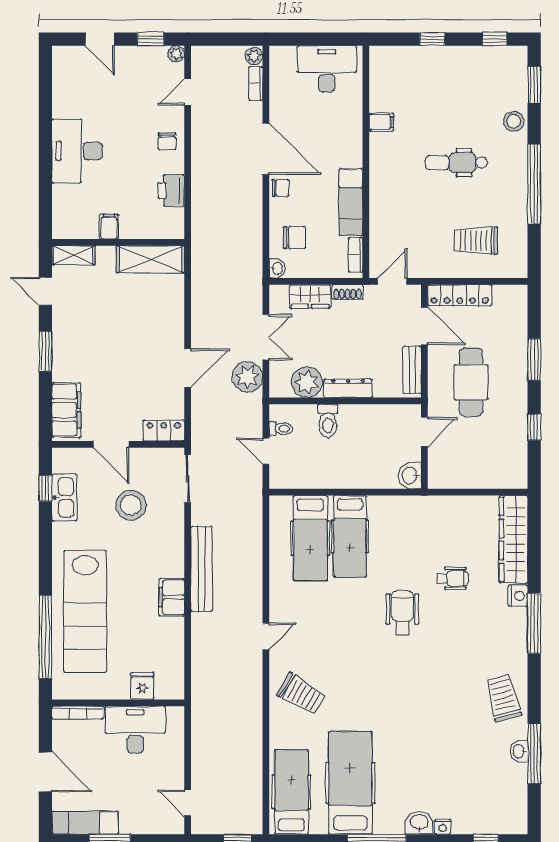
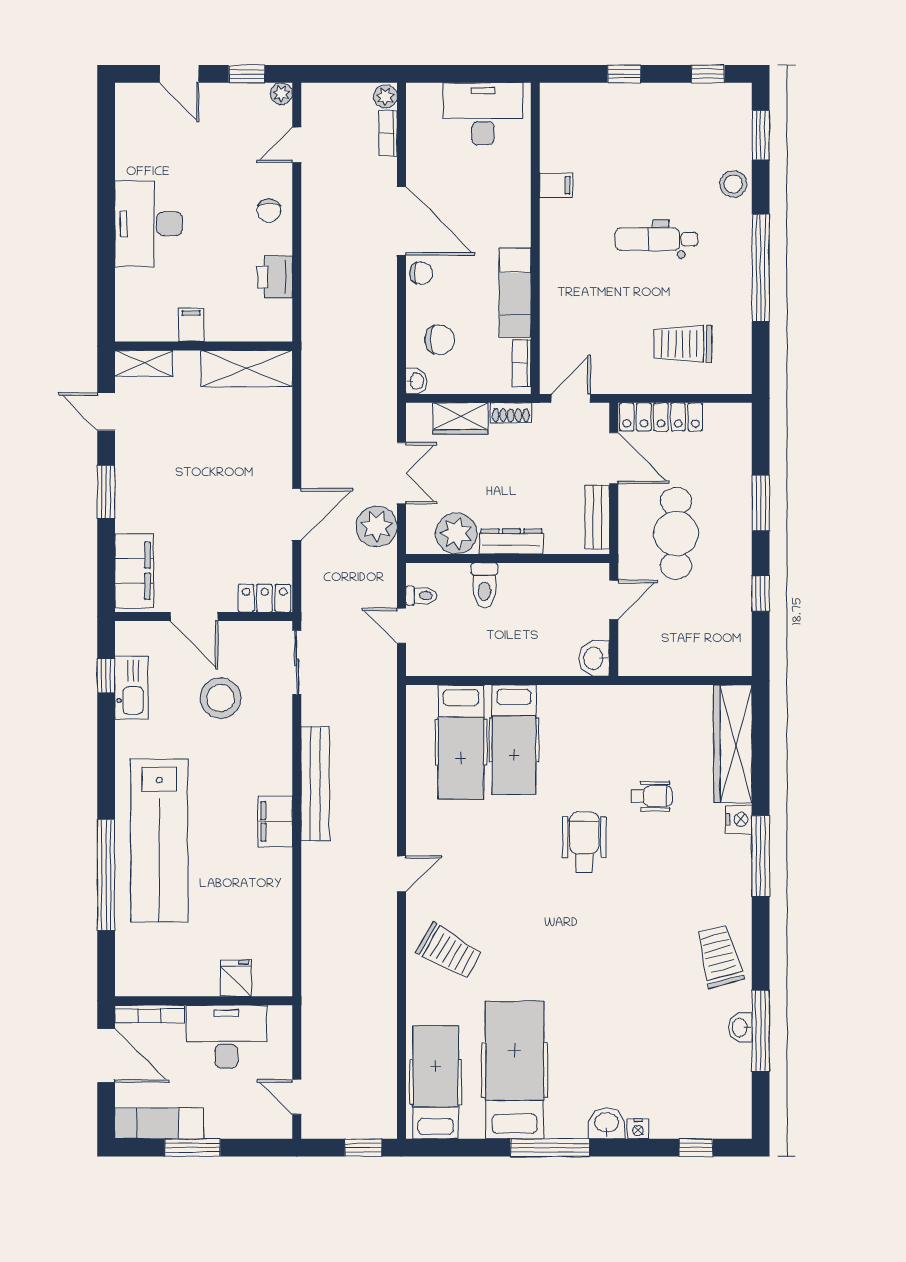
fridge: (142, 686) -> (236, 978), moved
wall: (118, 703) -> (204, 1001), moved
bookcase: (78, 713) -> (149, 1014), moved
desk: (135, 730) -> (226, 1037), moved

